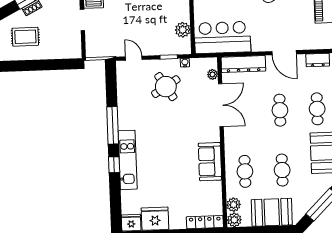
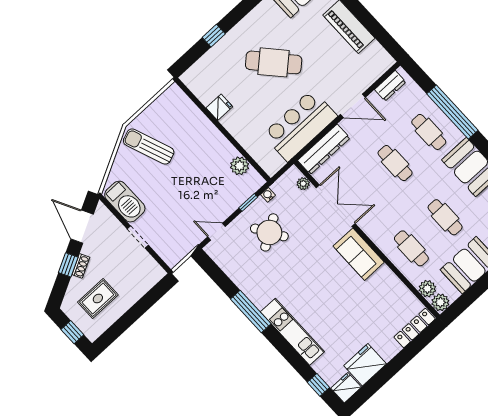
bar counter: (222, 37) -> (300, 125), moved
sofa: (210, 162) -> (359, 254), moved
window: (114, 165) -> (318, 385), moved

